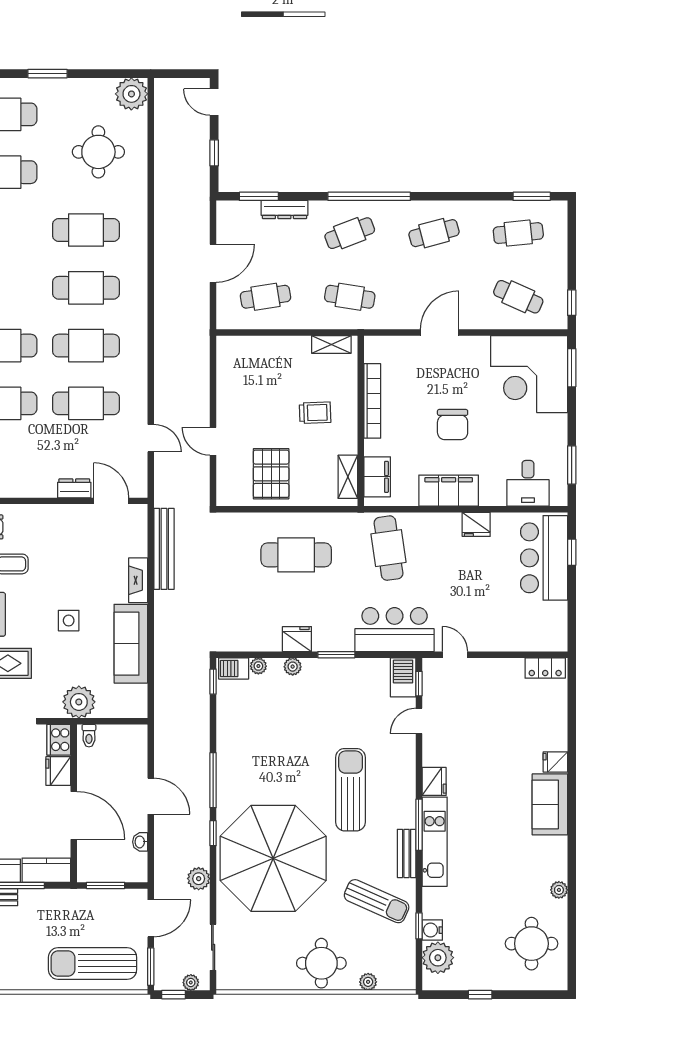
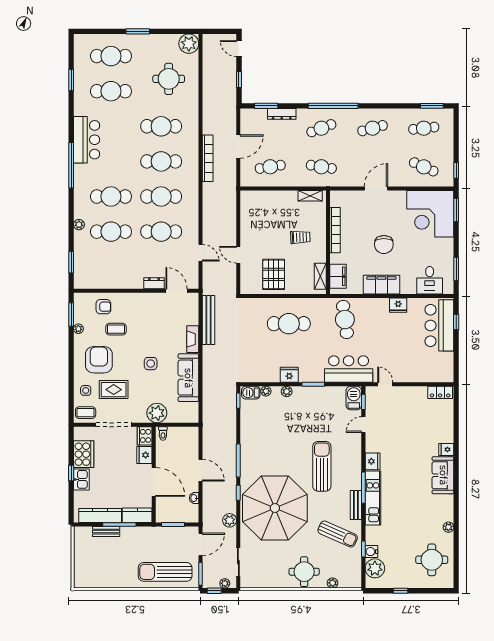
bookcase: (163, 283) -> (208, 158), added

